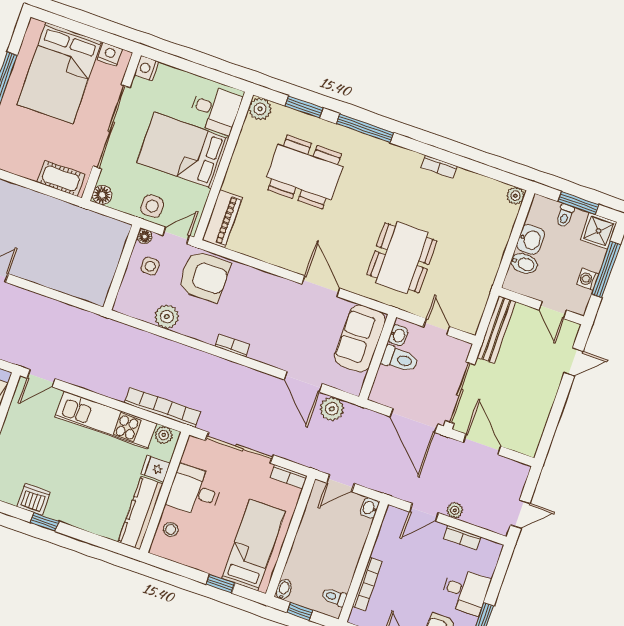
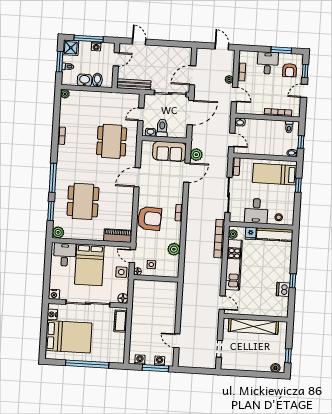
dining table: (402, 258) -> (112, 141), turned 90
armchair: (204, 276) -> (150, 218), moved, turned 93
sofa: (360, 338) -> (169, 151), moved

